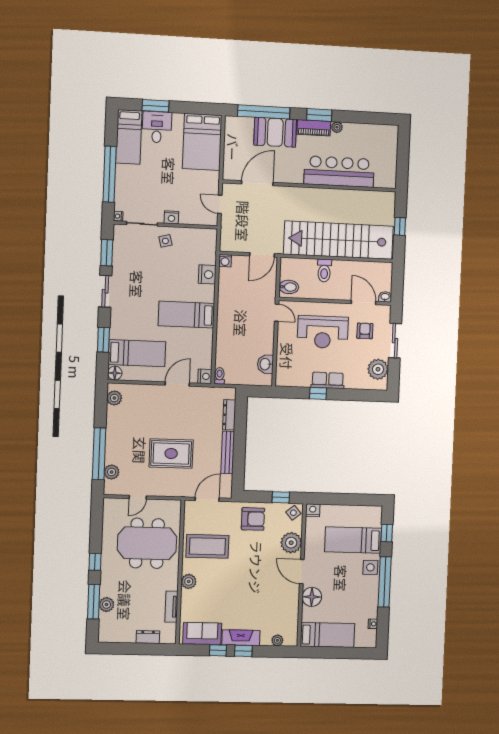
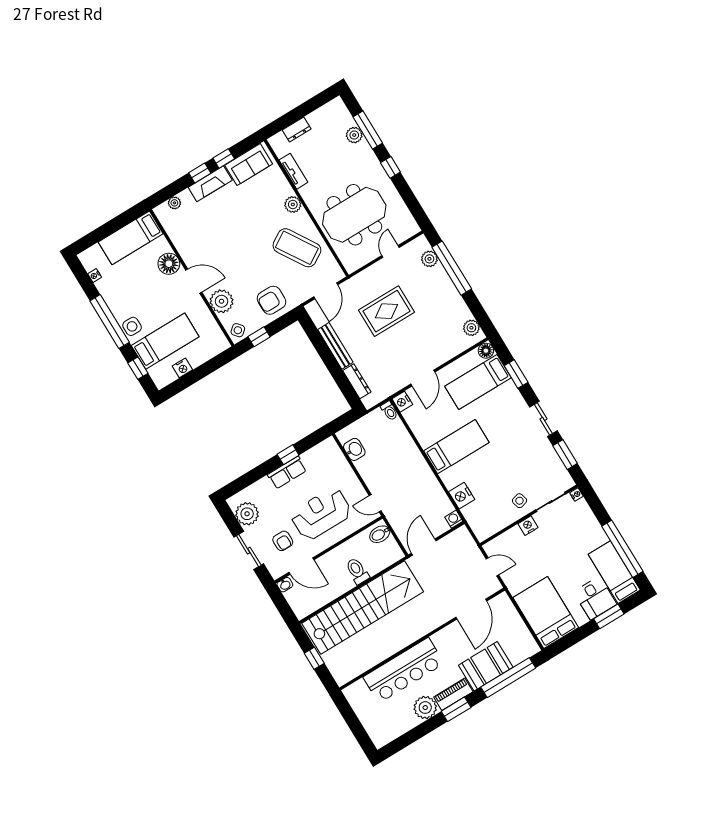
plant: (337, 127) -> (425, 708), width x1.88, depth x1.88
window: (110, 174) -> (622, 549), moved
nightstand: (313, 510) -> (182, 368), moved
coffee table: (207, 546) -> (297, 248), turned 58

